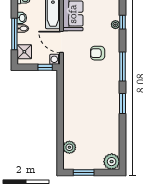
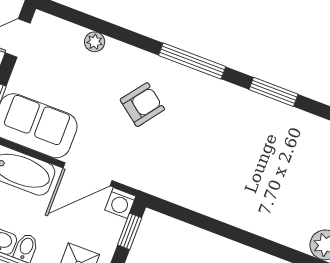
window: (123, 22) -> (95, 24), removed
armchair: (98, 53) -> (142, 105), turned -143

